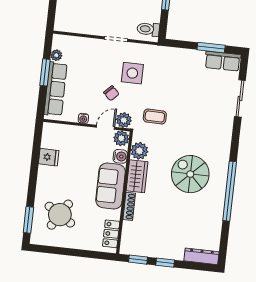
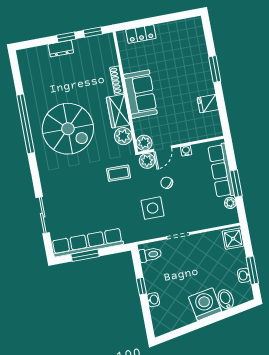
shower: (64, 20) -> (233, 239), added
row of seats: (223, 61) -> (87, 243), width x2.02
water cooler: (120, 156) -> (140, 125), removed
spiral stairs: (190, 174) -> (68, 129), width x1.37, depth x1.37
round table: (60, 215) -> (180, 52), removed
window: (28, 220) -> (215, 69), moved
locker: (111, 234) -> (141, 34), moved, turned 90
dresser: (201, 256) -> (61, 49), moved, width x0.70

